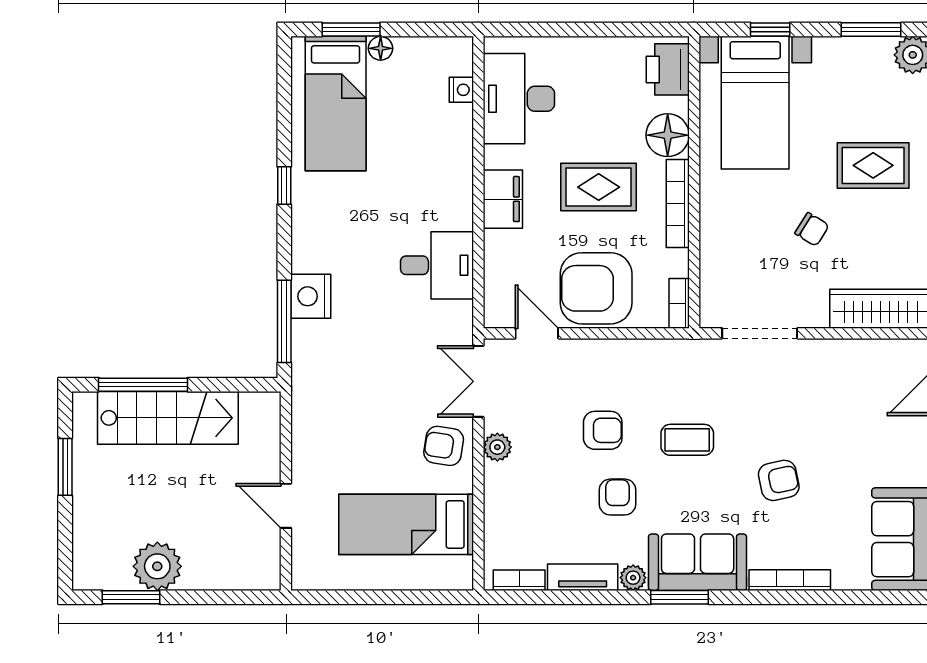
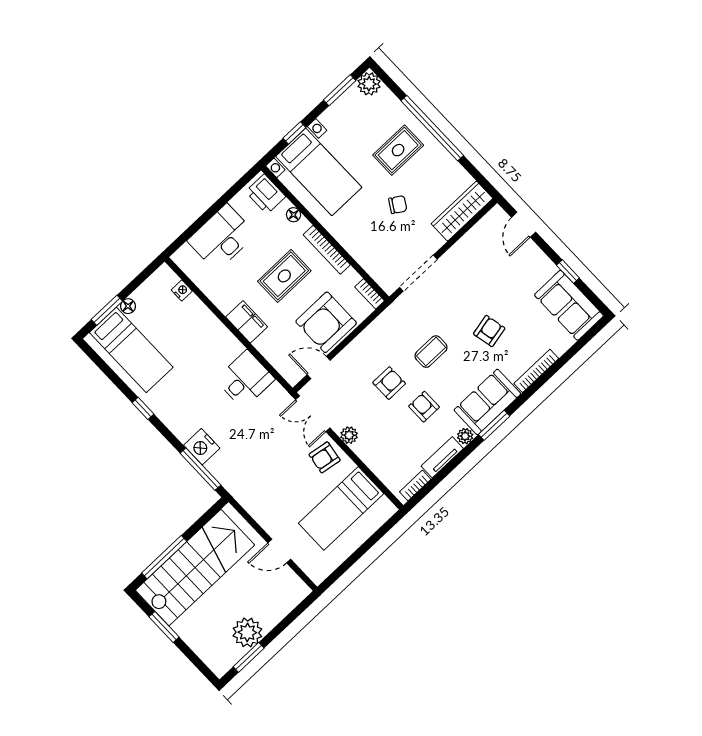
desk: (519, 99) -> (222, 238), moved, turned 90
floor lamp: (668, 135) -> (294, 215), width x0.53, depth x0.53
stairs: (168, 418) -> (195, 568), width x1.36, depth x1.51

